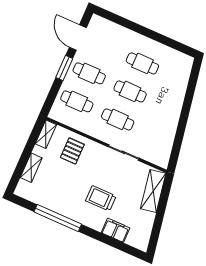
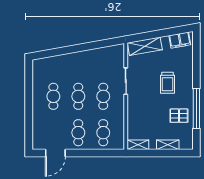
window: (64, 68) -> (83, 153), removed
pallet: (72, 151) -> (179, 116), moved
filing cabinet: (116, 230) -> (180, 40), moved, turned -100

